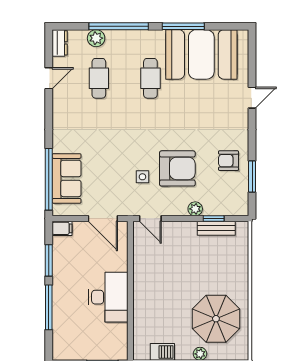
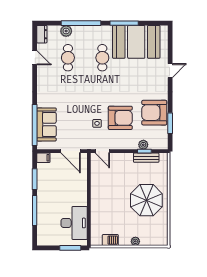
door: (49, 78) -> (35, 58), hinge flipped
armchair: (228, 161) -> (154, 113), width x1.88, depth x1.88
plant: (195, 209) -> (143, 145), moved
desk: (108, 297) -> (74, 223), moved
parasol: (216, 319) -> (146, 200), moved

